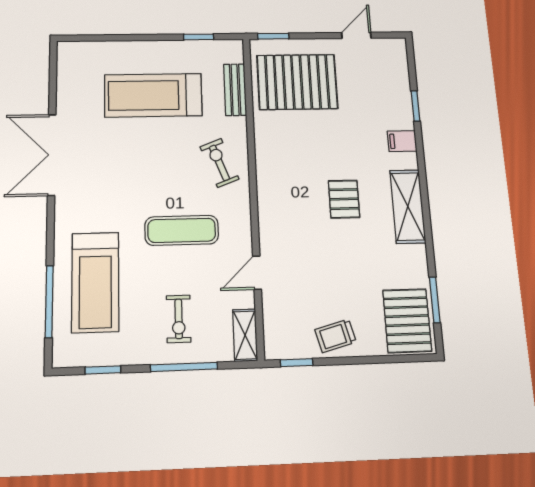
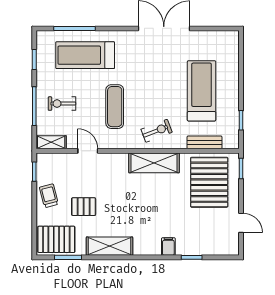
shelving: (271, 166) -> (154, 163), added
pallet: (344, 199) -> (84, 207), moved
shelving: (408, 206) -> (109, 246), moved

